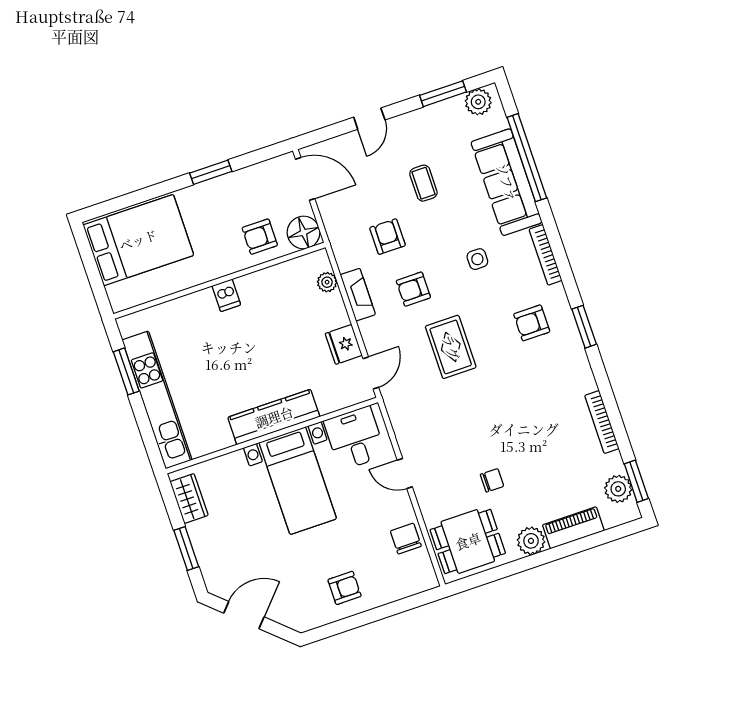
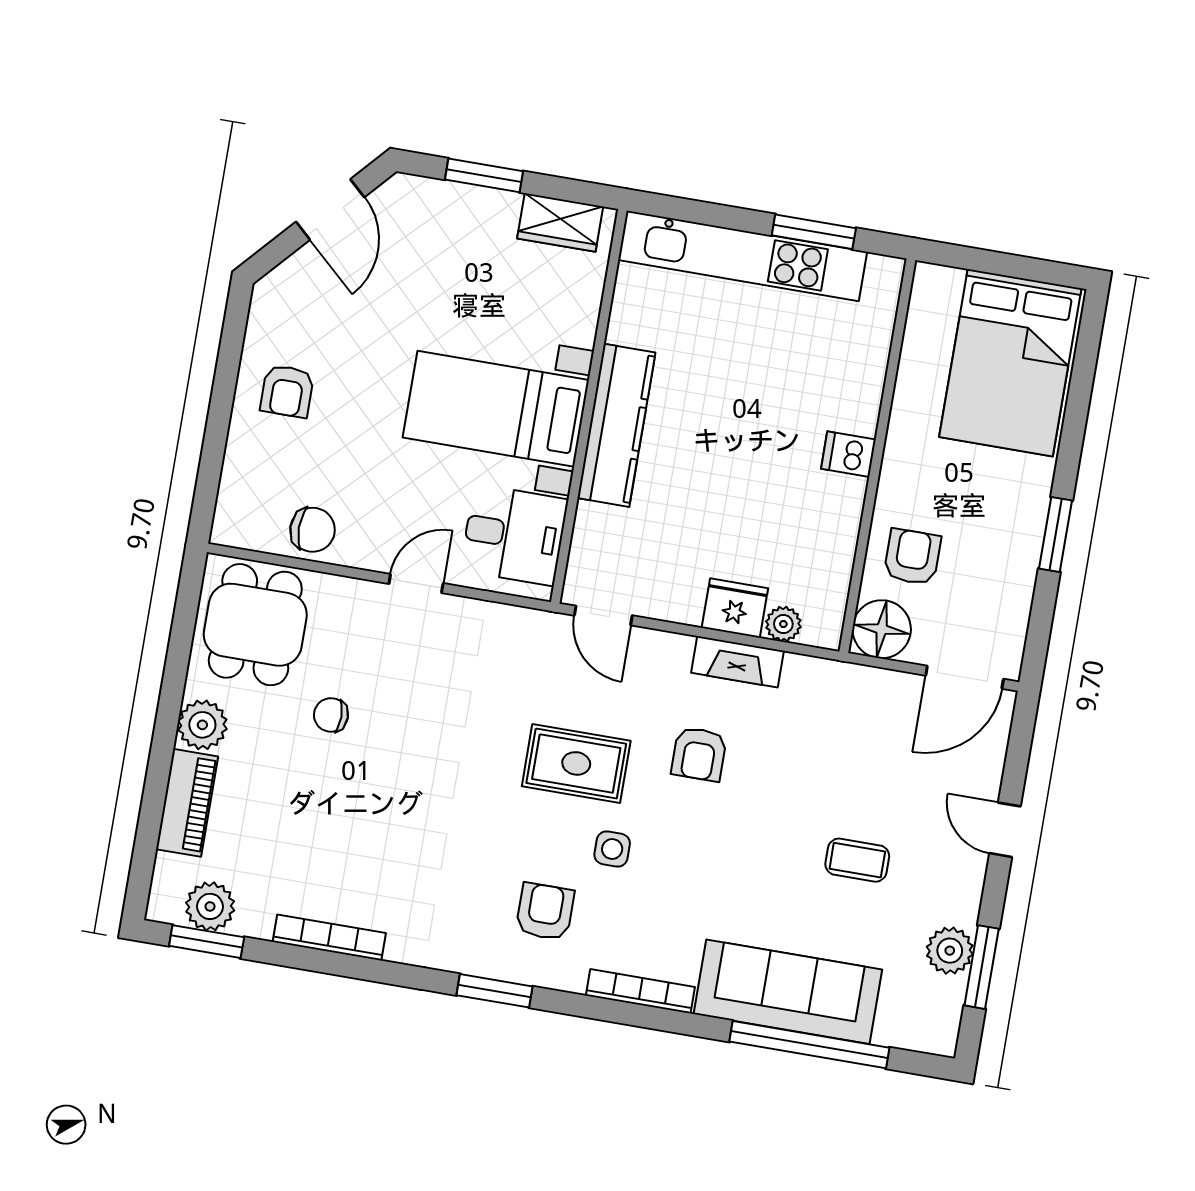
plant: (478, 102) -> (950, 951), moved
armchair: (388, 237) -> (804, 758), removed
side table: (477, 259) -> (612, 849), moved
armchair: (413, 289) -> (699, 754), turned 180
fridge: (344, 344) -> (735, 608), moved
chair: (492, 480) -> (331, 715), turned 90

